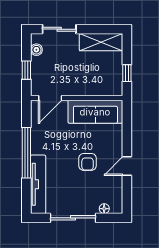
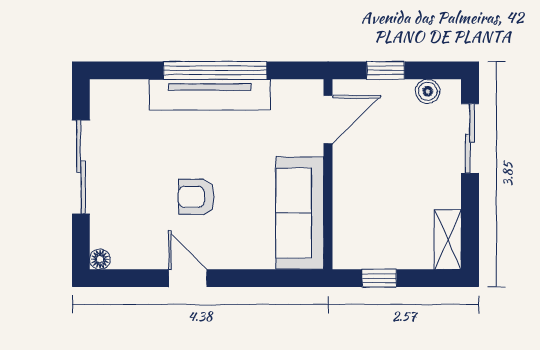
shelving: (101, 42) -> (448, 240), width x0.67, depth x0.75
door: (50, 98) -> (328, 120), swing flipped
tv unit: (38, 184) -> (210, 95), moved
floor lamp: (104, 209) -> (100, 259), moved

